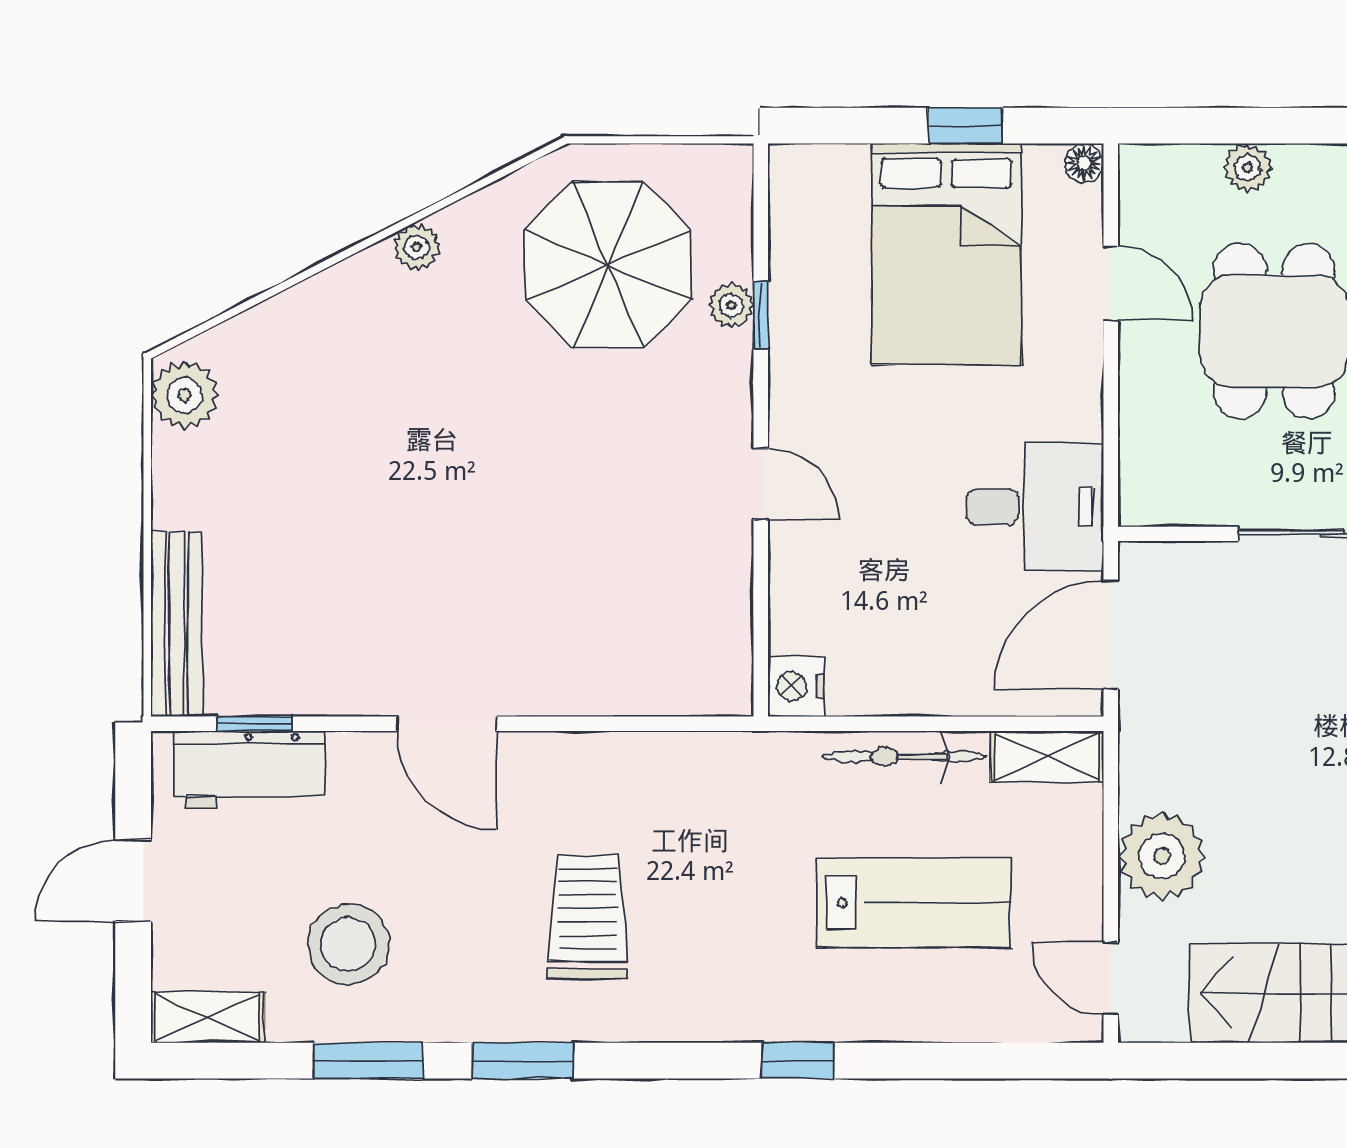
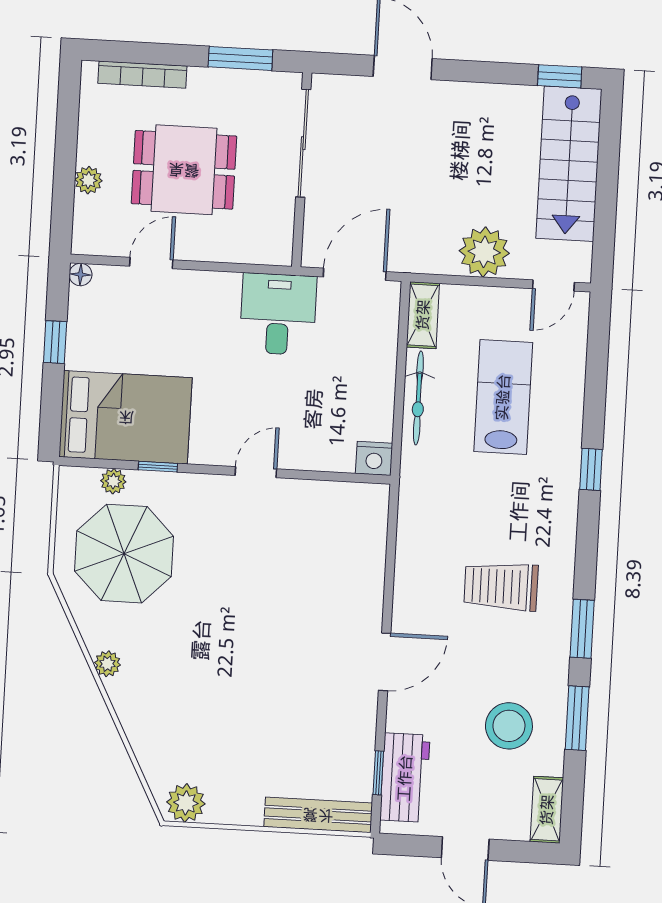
bed: (946, 254) -> (126, 417), moved
plant: (731, 305) -> (113, 481), moved
door: (1111, 635) -> (355, 274), swing flipped

